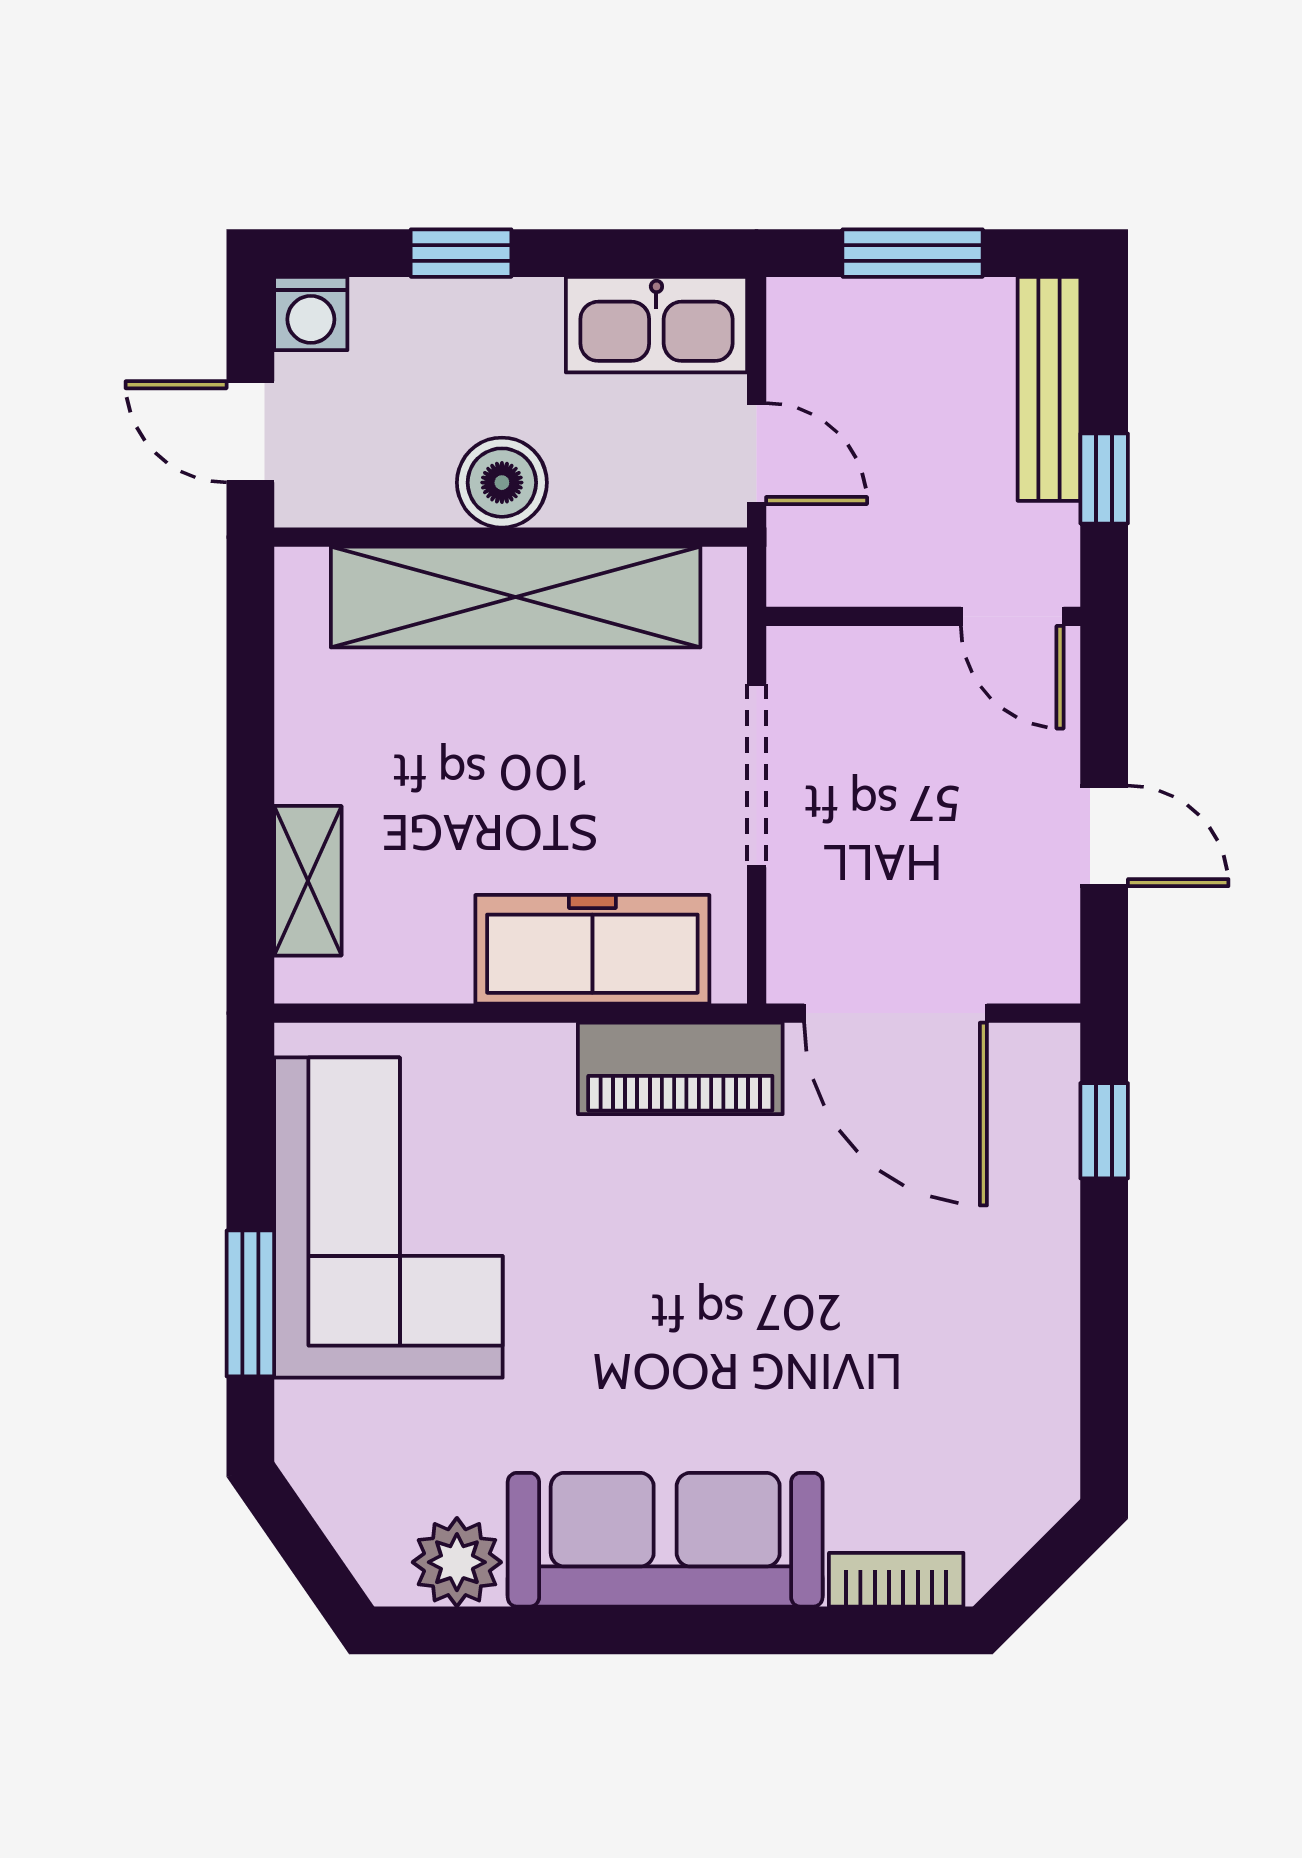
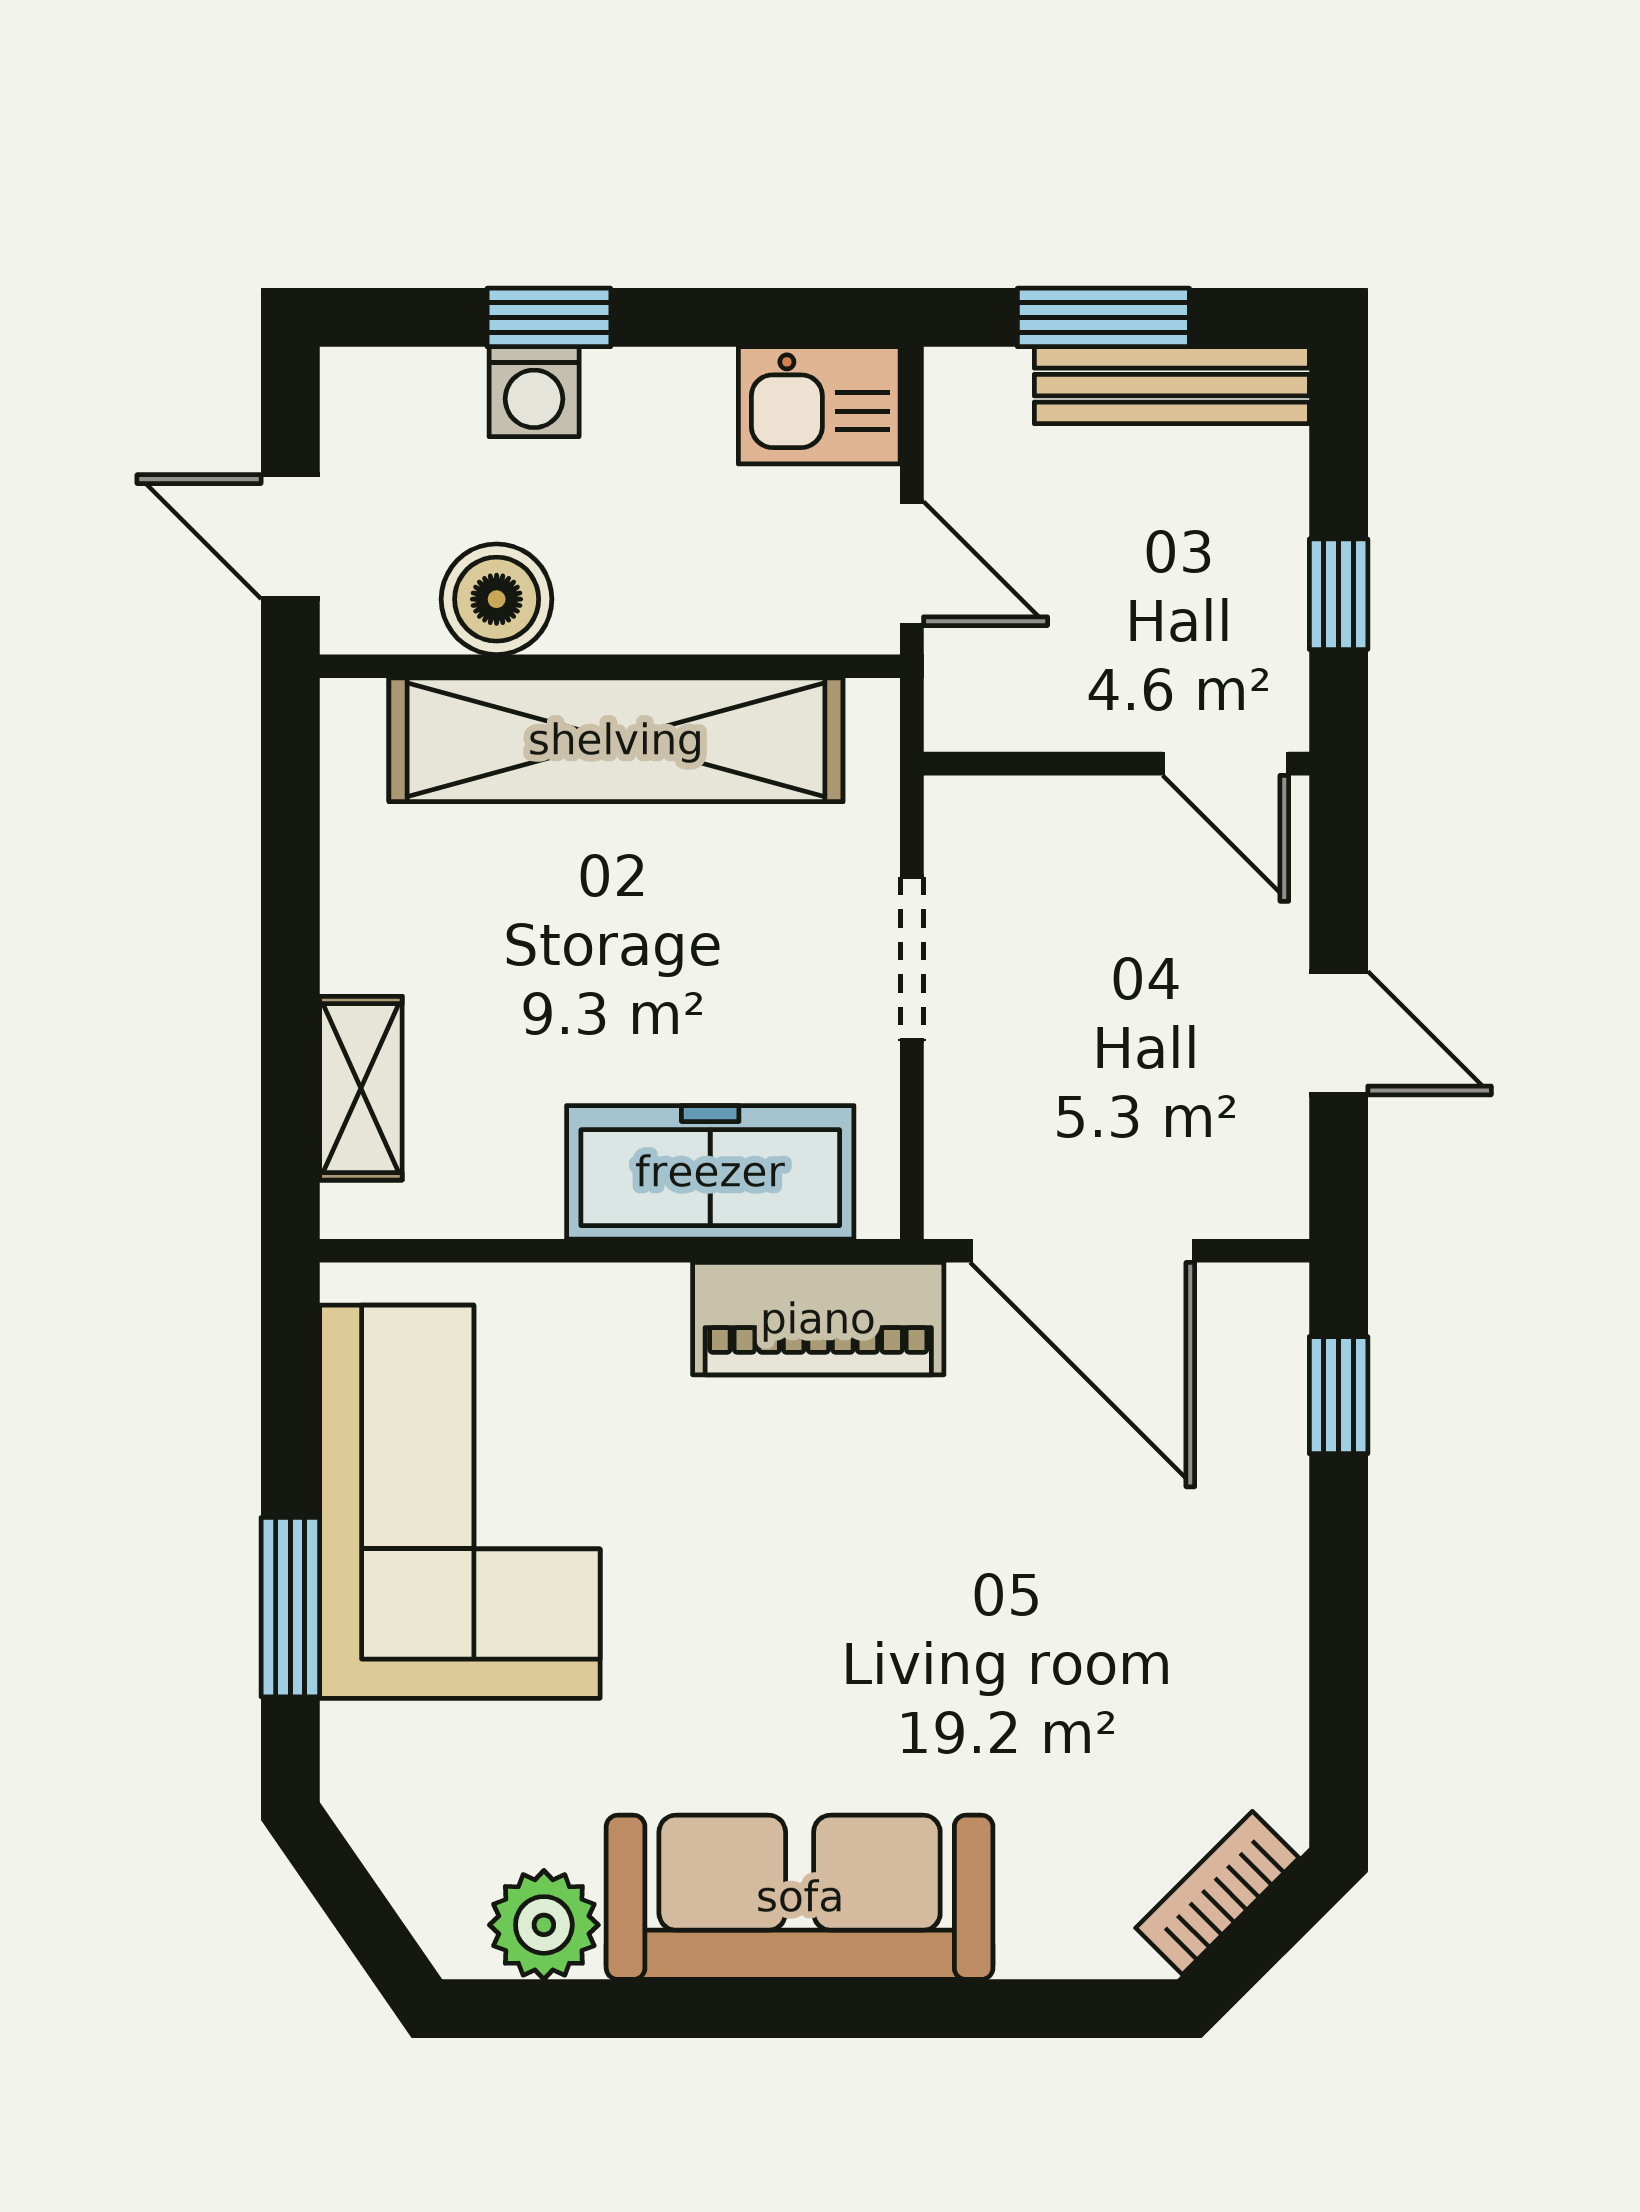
washing machine: (311, 314) -> (534, 392), moved
kitchen sink: (656, 325) -> (819, 405), width x0.73
bench: (1049, 389) -> (1172, 385), moved, turned 90
boiler: (502, 483) -> (497, 599), moved
doorway: (757, 775) -> (912, 959), width x0.73
bookcase: (896, 1580) -> (1217, 1893), moved, turned -45

